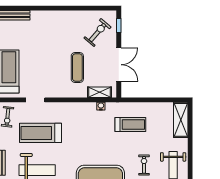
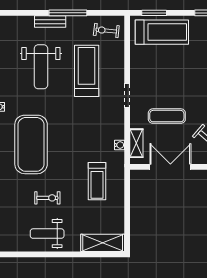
double door: (119, 65) -> (170, 167), swing flipped
doorway: (35, 100) -> (127, 96), moved

